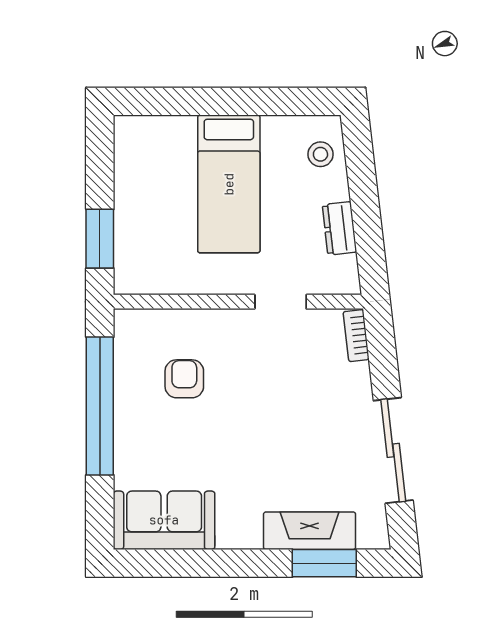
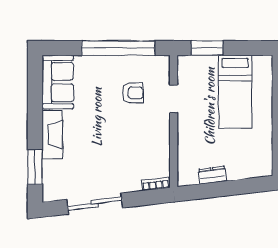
stool: (320, 154) -> (252, 165), removed
bed: (229, 184) -> (235, 92), moved, turned -90
doorway: (281, 302) -> (174, 99), moved
fireplace: (310, 531) -> (52, 135), moved

